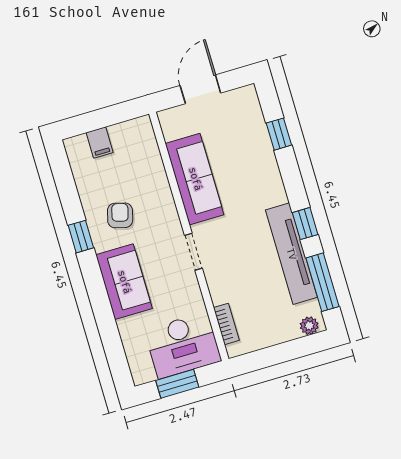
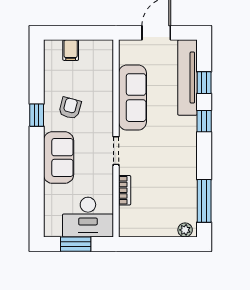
window: (305, 224) -> (204, 121), moved
tv unit: (291, 254) -> (188, 78), moved
bookcase: (226, 324) -> (125, 190), moved

